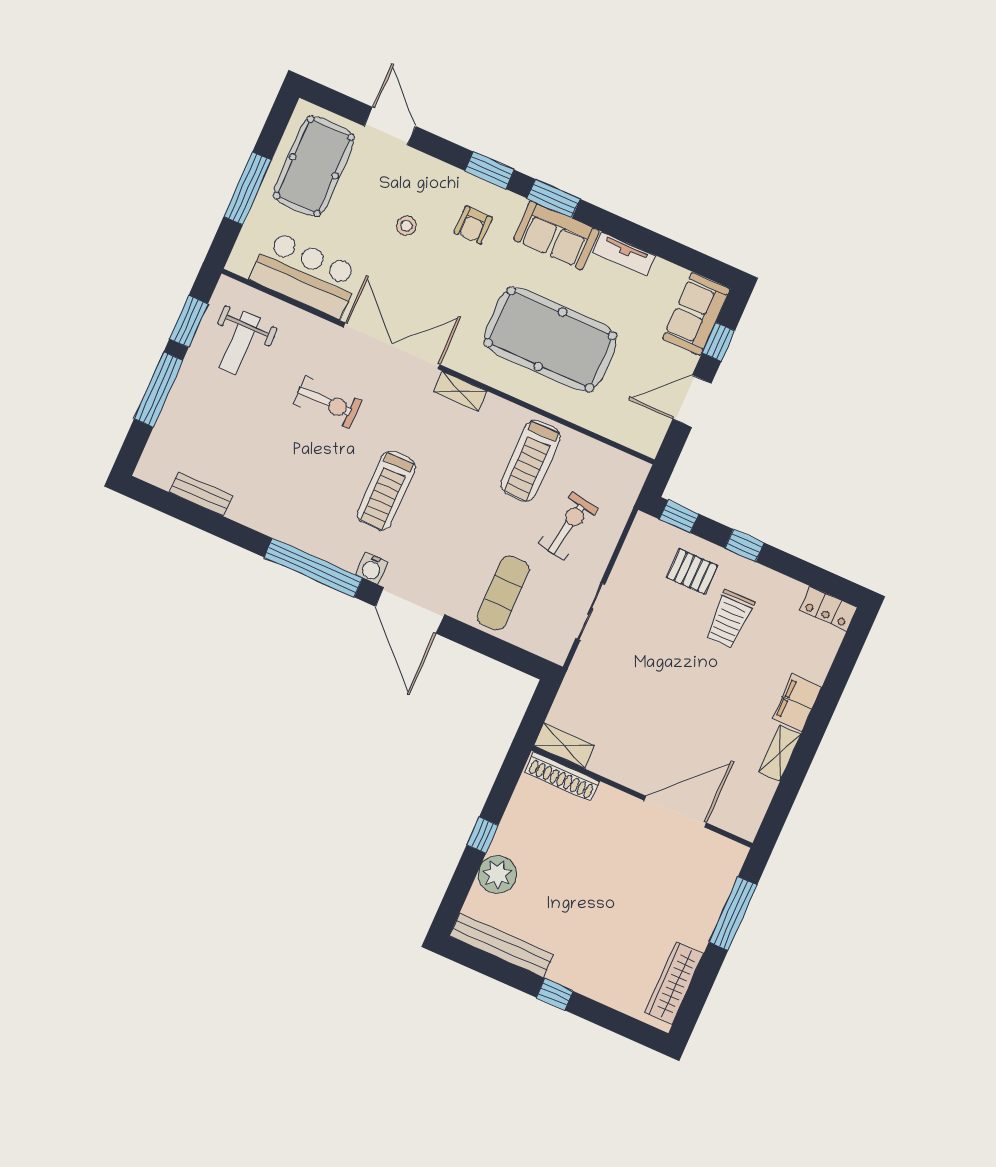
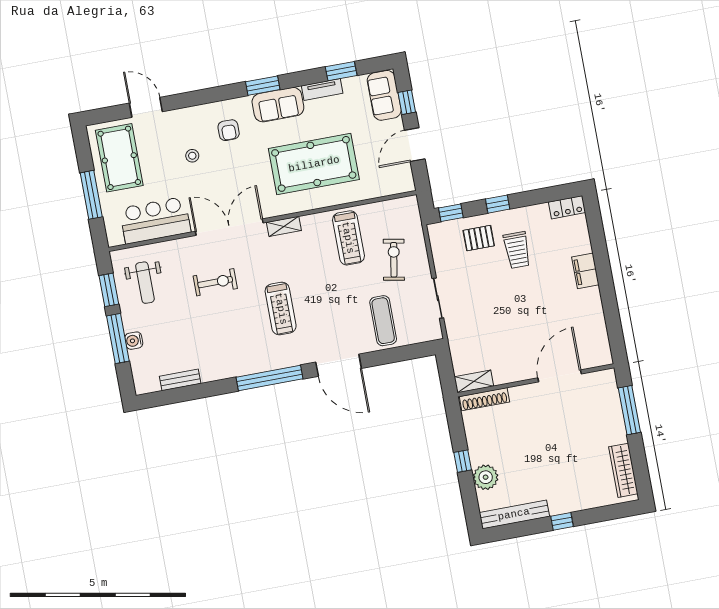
window: (490, 170) -> (341, 71), moved
water cooler: (372, 568) -> (134, 341), moved, turned 90
shelving: (780, 753) -> (595, 305), removed

